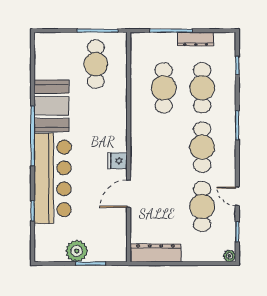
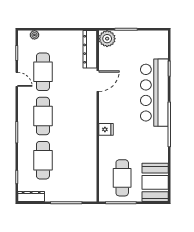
dresser: (196, 39) -> (31, 196), moved
cafe table: (164, 88) -> (72, 160), removed
booth: (52, 106) -> (155, 182), moved
fridge: (117, 161) -> (106, 129), moved
plant: (77, 251) -> (107, 39), moved
dresser: (155, 253) -> (90, 49), moved, turned 90
plant: (230, 256) -> (34, 35), moved

